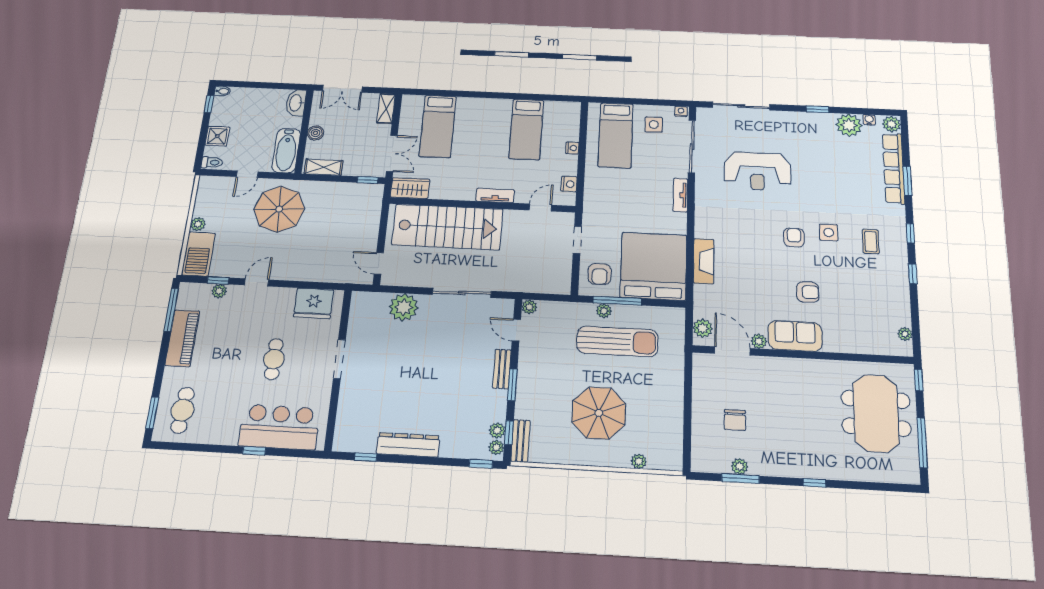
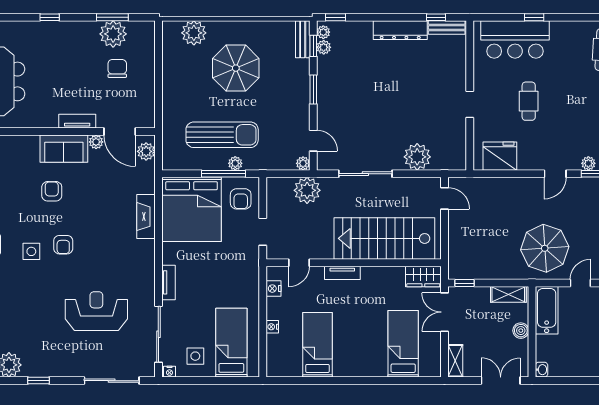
washbasin: (296, 103) -> (542, 370), width x0.52, depth x0.69
armchair: (600, 274) -> (241, 199), turned 180
plant: (527, 279) -> (307, 190), added
armchair: (808, 292) -> (52, 191), turned 91
sun lounger: (617, 341) -> (222, 135), turned 180
doorway: (339, 359) -> (470, 104), width x0.73
tv unit: (780, 365) -> (77, 121), added
bench: (502, 369) -> (447, 27), moved, turned 90
plant: (639, 461) -> (194, 33), width x1.88, depth x1.88
plant: (740, 466) -> (113, 34), width x1.87, depth x1.87

